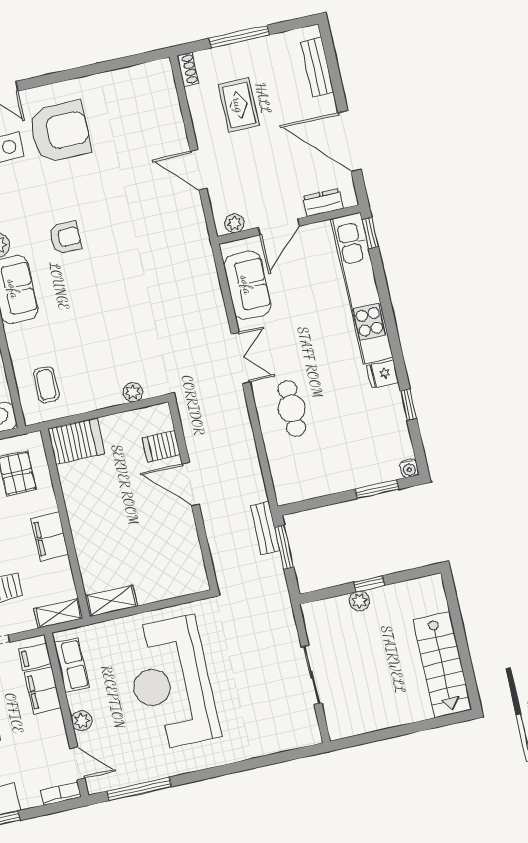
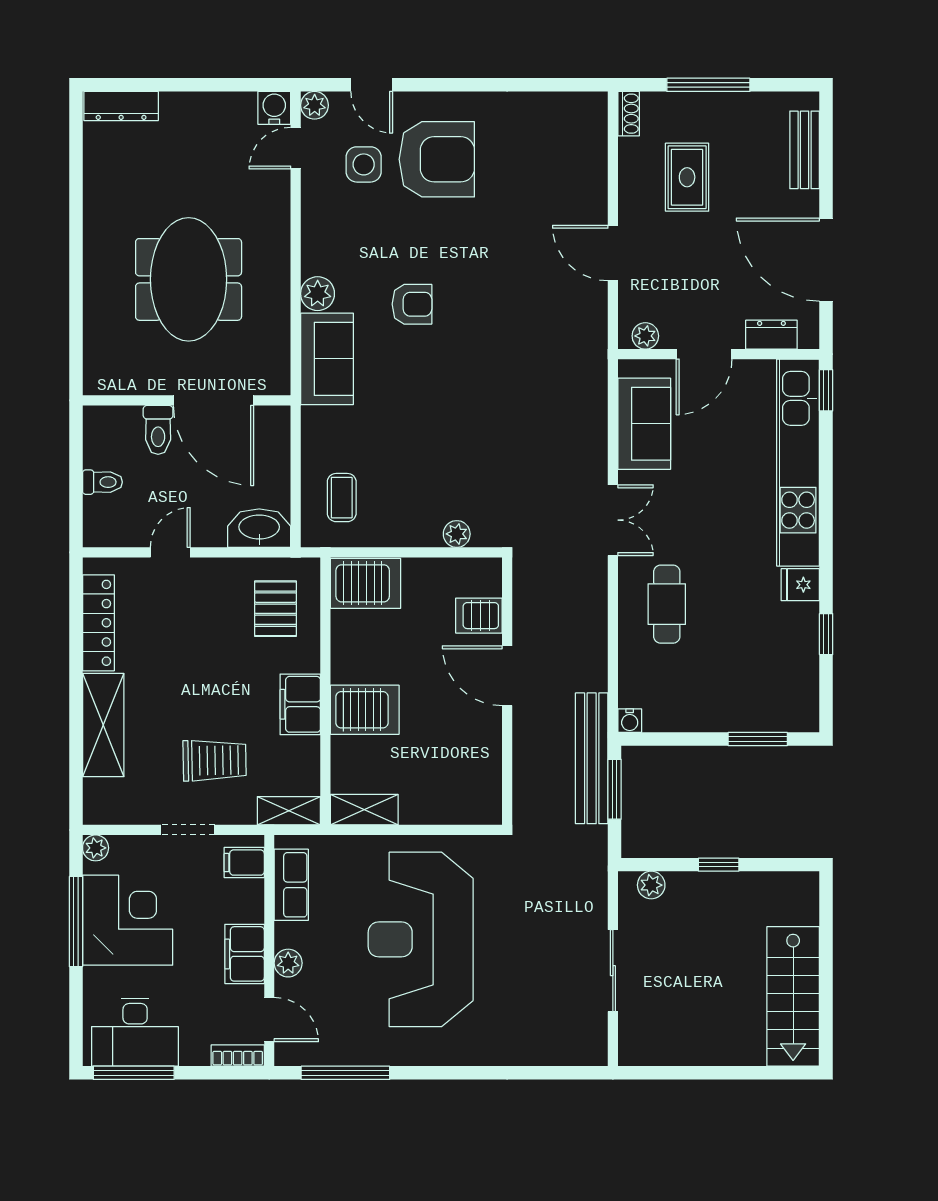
water cooler: (409, 468) -> (630, 721), moved
bench: (265, 528) -> (592, 758), width x1.86, depth x1.21
server rack: (96, 530) -> (365, 710), added
plant: (359, 601) -> (651, 885), moved
filing cabinet: (43, 690) -> (245, 954), moved

